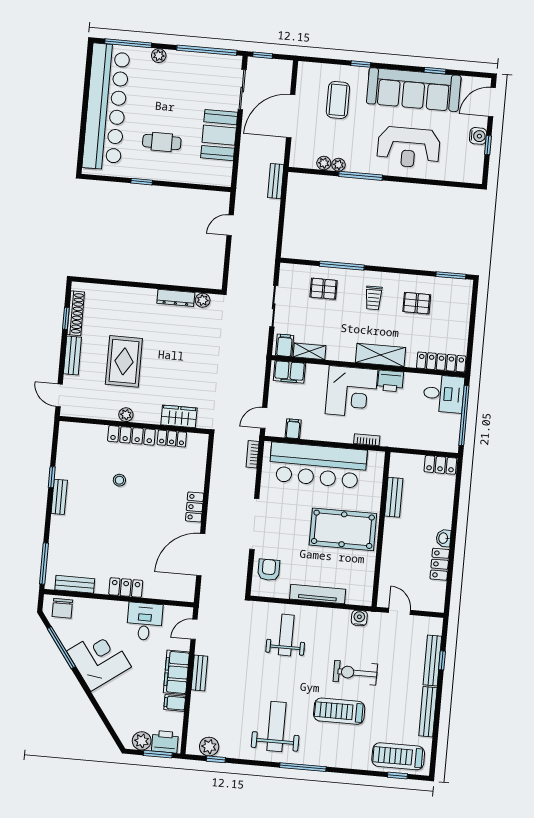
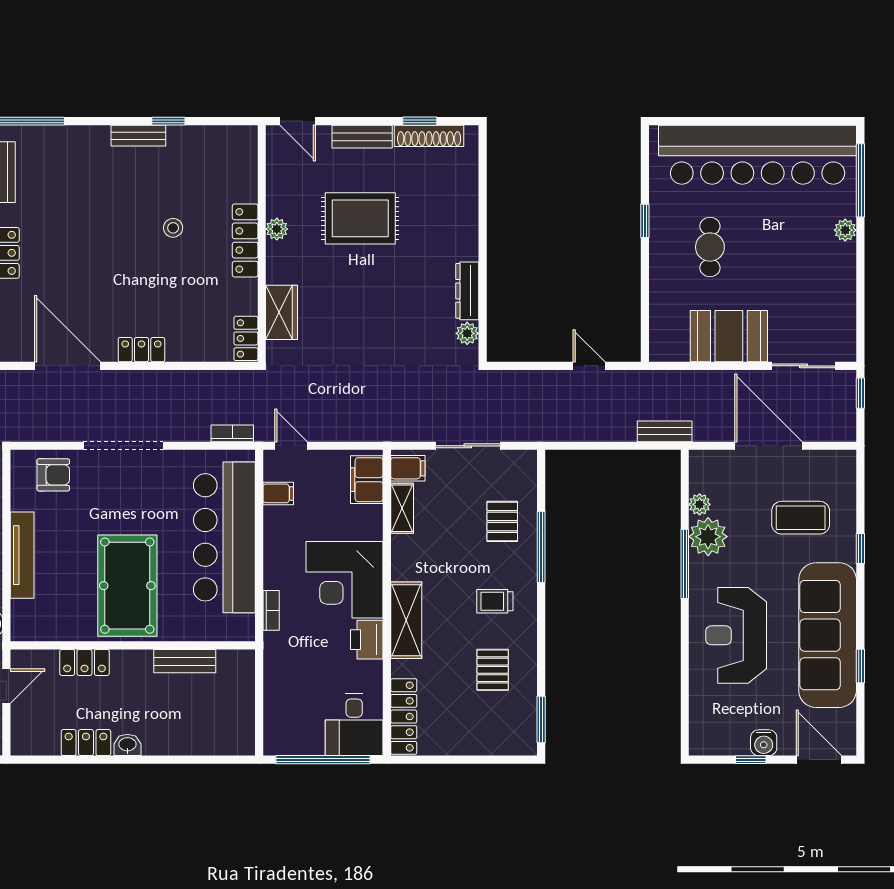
window: (207, 50) -> (860, 305), removed
plant: (339, 165) -> (708, 537), width x1.88, depth x1.88
door: (59, 395) -> (298, 121), swing flipped
locker: (172, 438) -> (246, 338), moved
locker: (440, 465) -> (84, 662), moved, turned -90

